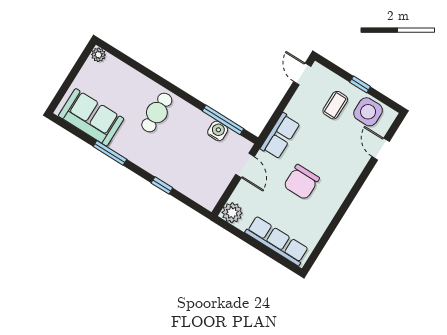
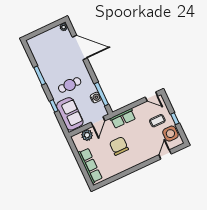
door: (143, 70) -> (80, 47), added
door: (302, 74) -> (151, 97), swing flipped
cafe table: (157, 113) -> (70, 85), moved
sofa: (91, 117) -> (70, 114), moved
chair: (301, 182) -> (119, 146), turned 90
plant: (232, 213) -> (87, 135), moved

